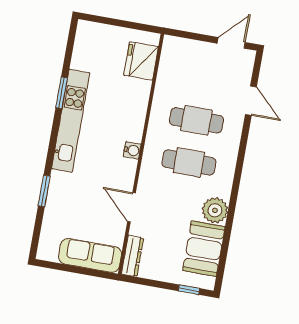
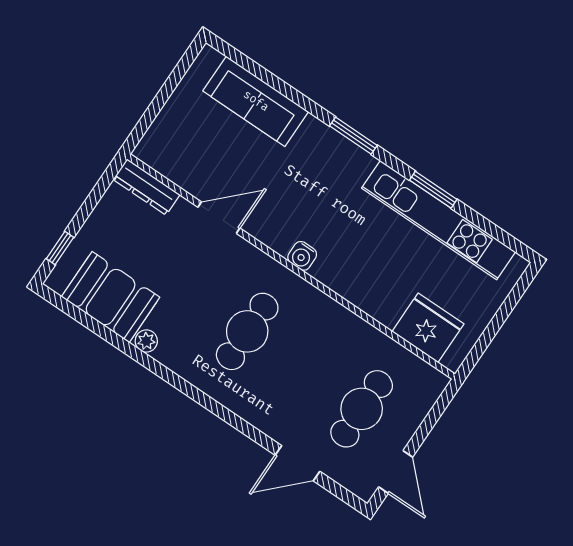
cafe table: (196, 120) -> (362, 409), moved
kitchen unit: (71, 121) -> (438, 220), moved
window: (44, 191) -> (353, 136), moved
plant: (215, 210) -> (146, 341), width x0.53, depth x0.53
sofa: (90, 255) -> (256, 101), moved, turned 90

